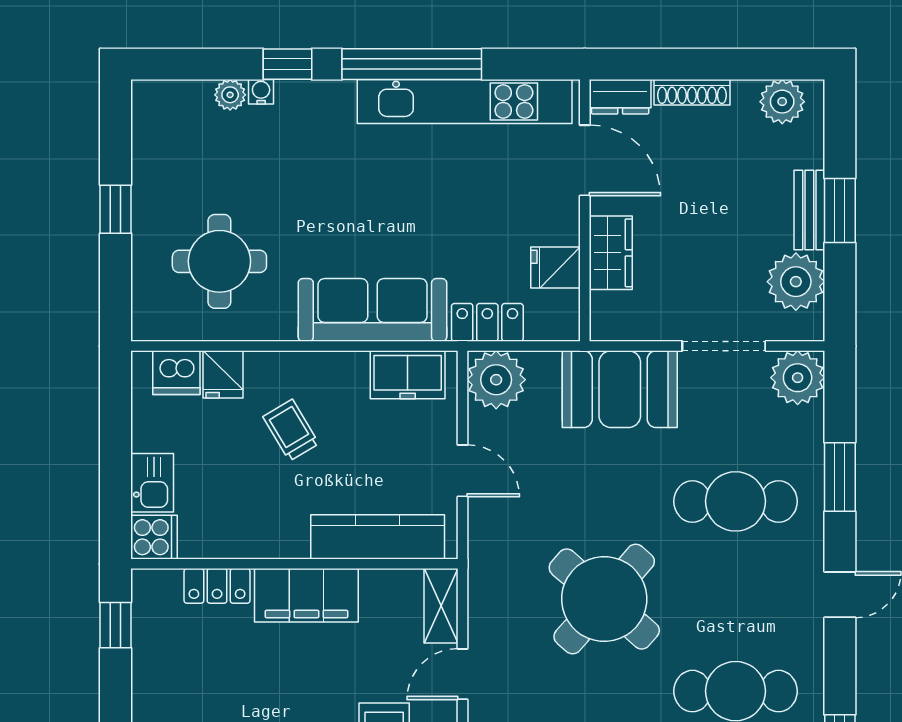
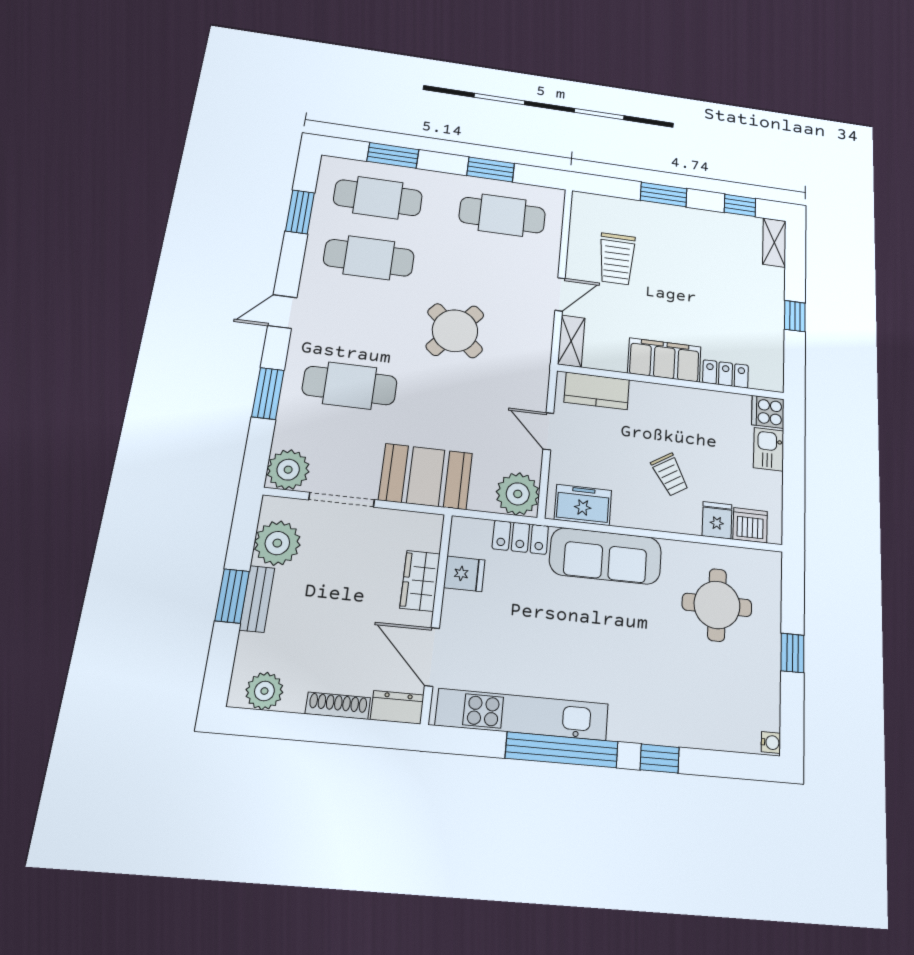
water cooler: (261, 92) -> (771, 742), moved, turned -90
plant: (230, 95) -> (705, 737), removed
kitchen counter: (378, 537) -> (597, 391), width x0.67
round table: (604, 599) -> (455, 331), width x0.73, depth x0.73
window: (116, 625) -> (795, 316), moved

